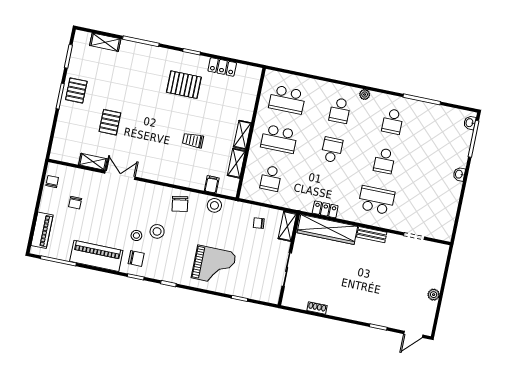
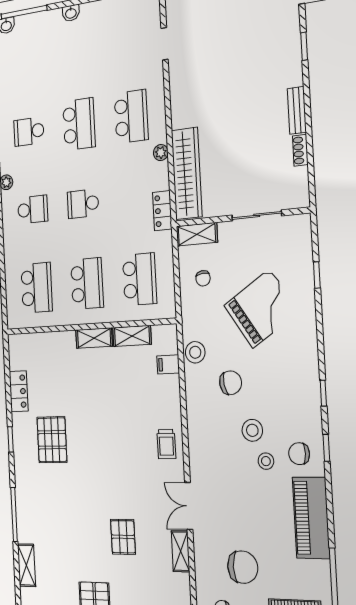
school desk: (393, 121) -> (29, 132), turned 180
pallet: (110, 122) -> (123, 537), turned 90
trolley: (193, 140) -> (166, 444), moved
school desk: (384, 161) -> (79, 124), width x1.85
school desk: (271, 178) -> (140, 279), width x1.85
school desk: (376, 200) -> (131, 116), turned 180
chair: (75, 203) -> (243, 567), width x1.87, depth x1.87
chair: (180, 204) -> (231, 383), moved
locker: (325, 209) -> (162, 211), moved
plant: (346, 215) -> (161, 153), added
bench: (372, 235) -> (297, 110), moved
chair: (136, 258) -> (299, 454), turned -90
grand piano: (214, 265) -> (261, 309), moved, turned 57

